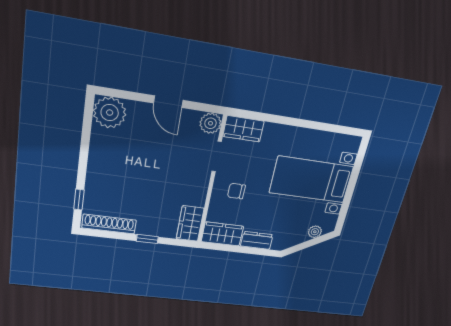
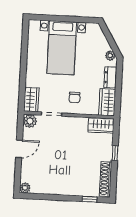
plant: (110, 113) -> (25, 188), width x0.53, depth x0.53
plant: (315, 232) -> (110, 56), moved

